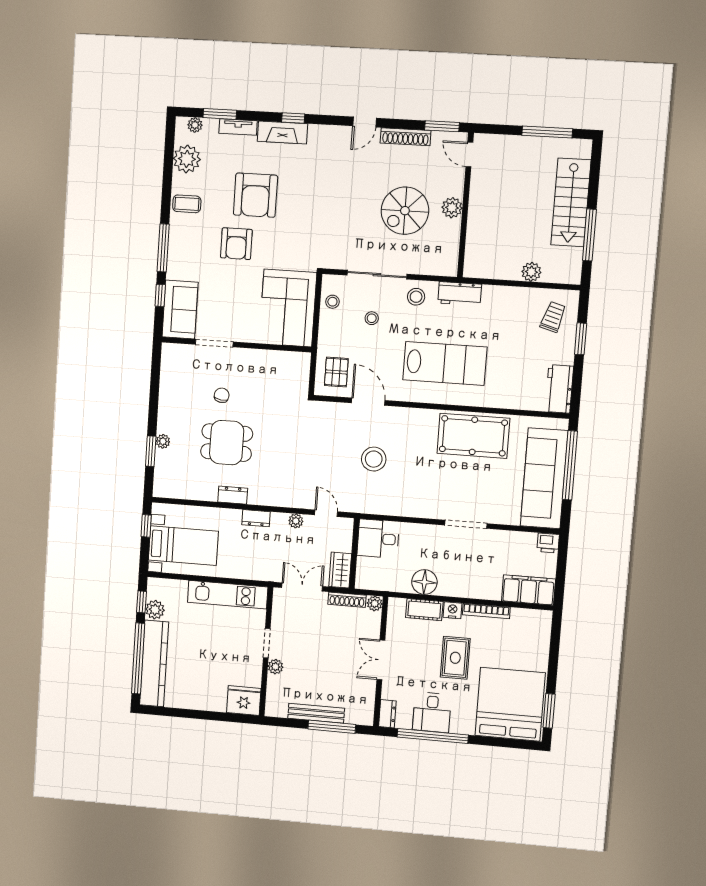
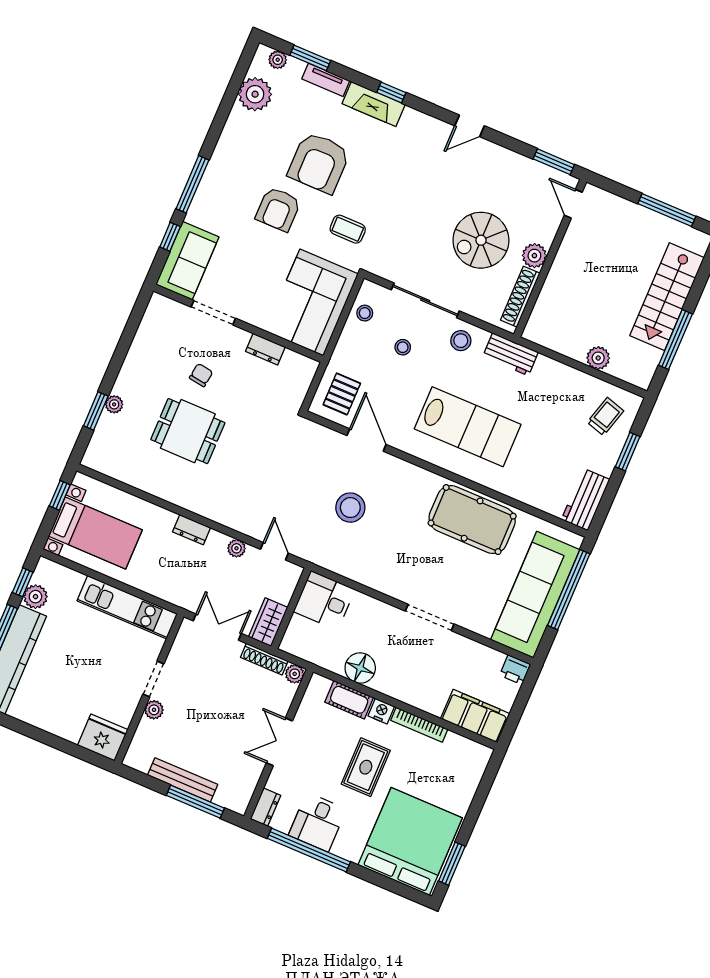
shoe rack: (405, 137) -> (520, 297), moved, turned 90
coffee table: (187, 204) -> (348, 229), moved
dresser: (233, 495) -> (265, 349), moved, turned 180

